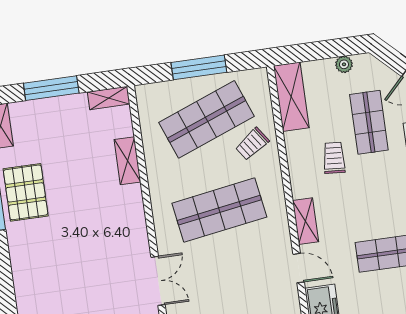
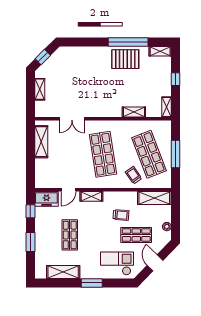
window: (51, 88) -> (175, 79), width x0.46

